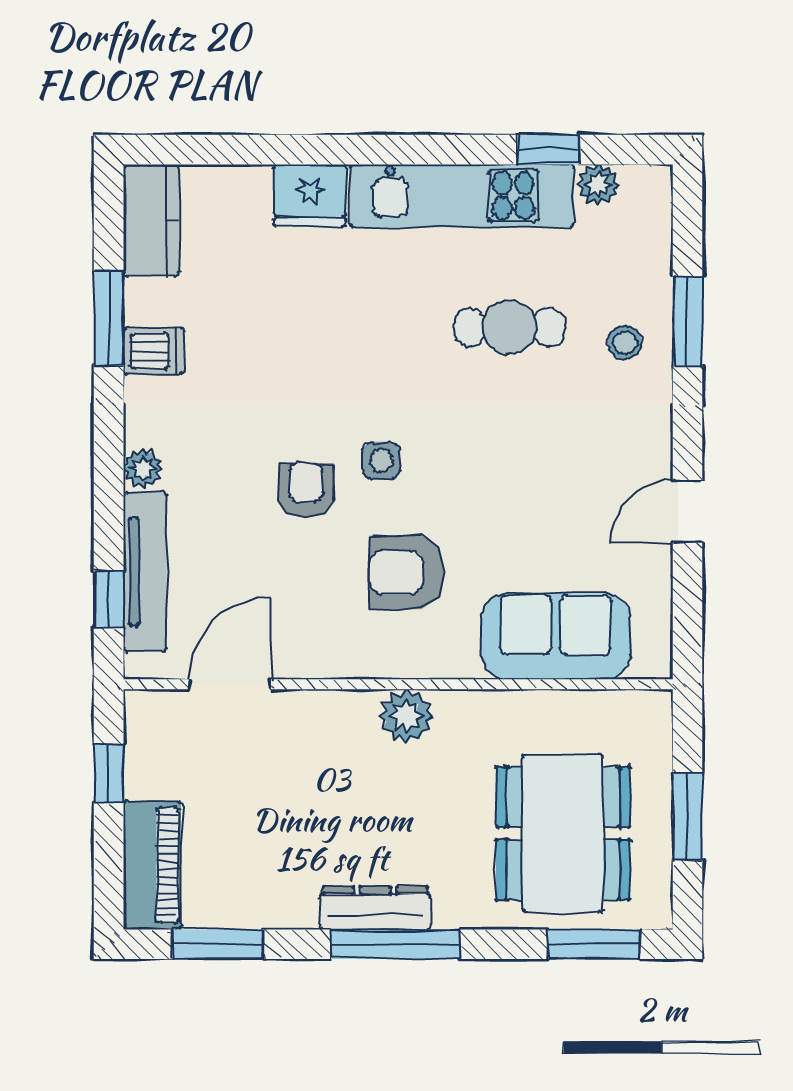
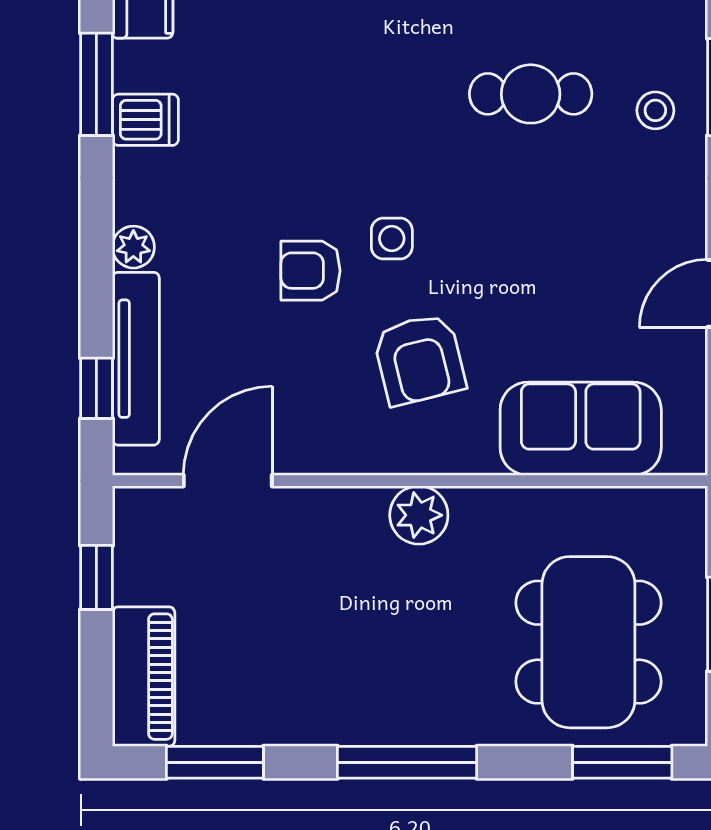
armchair: (306, 490) -> (310, 271), turned -90
armchair: (407, 572) -> (419, 359), turned -104
dresser: (375, 908) -> (385, 723), removed

